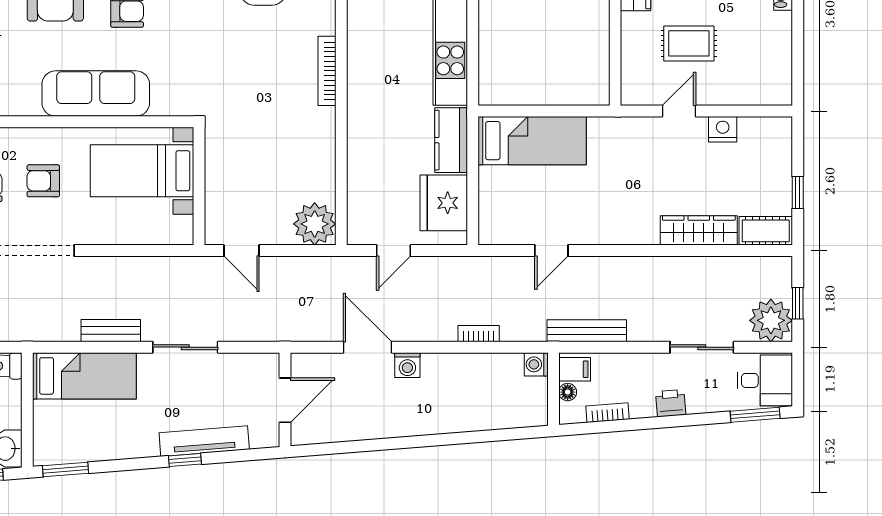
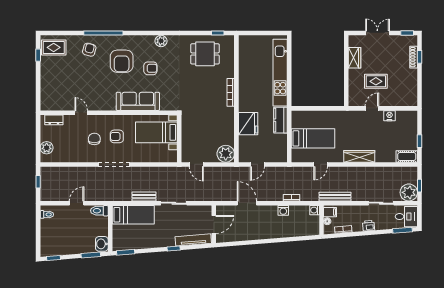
bed: (532, 141) -> (313, 138), moved
fridge: (444, 203) -> (248, 124), moved, turned 180
wardrobe: (699, 230) -> (359, 156), moved
washing machine: (407, 365) -> (283, 210), moved
tv unit: (204, 441) -> (193, 240), moved

